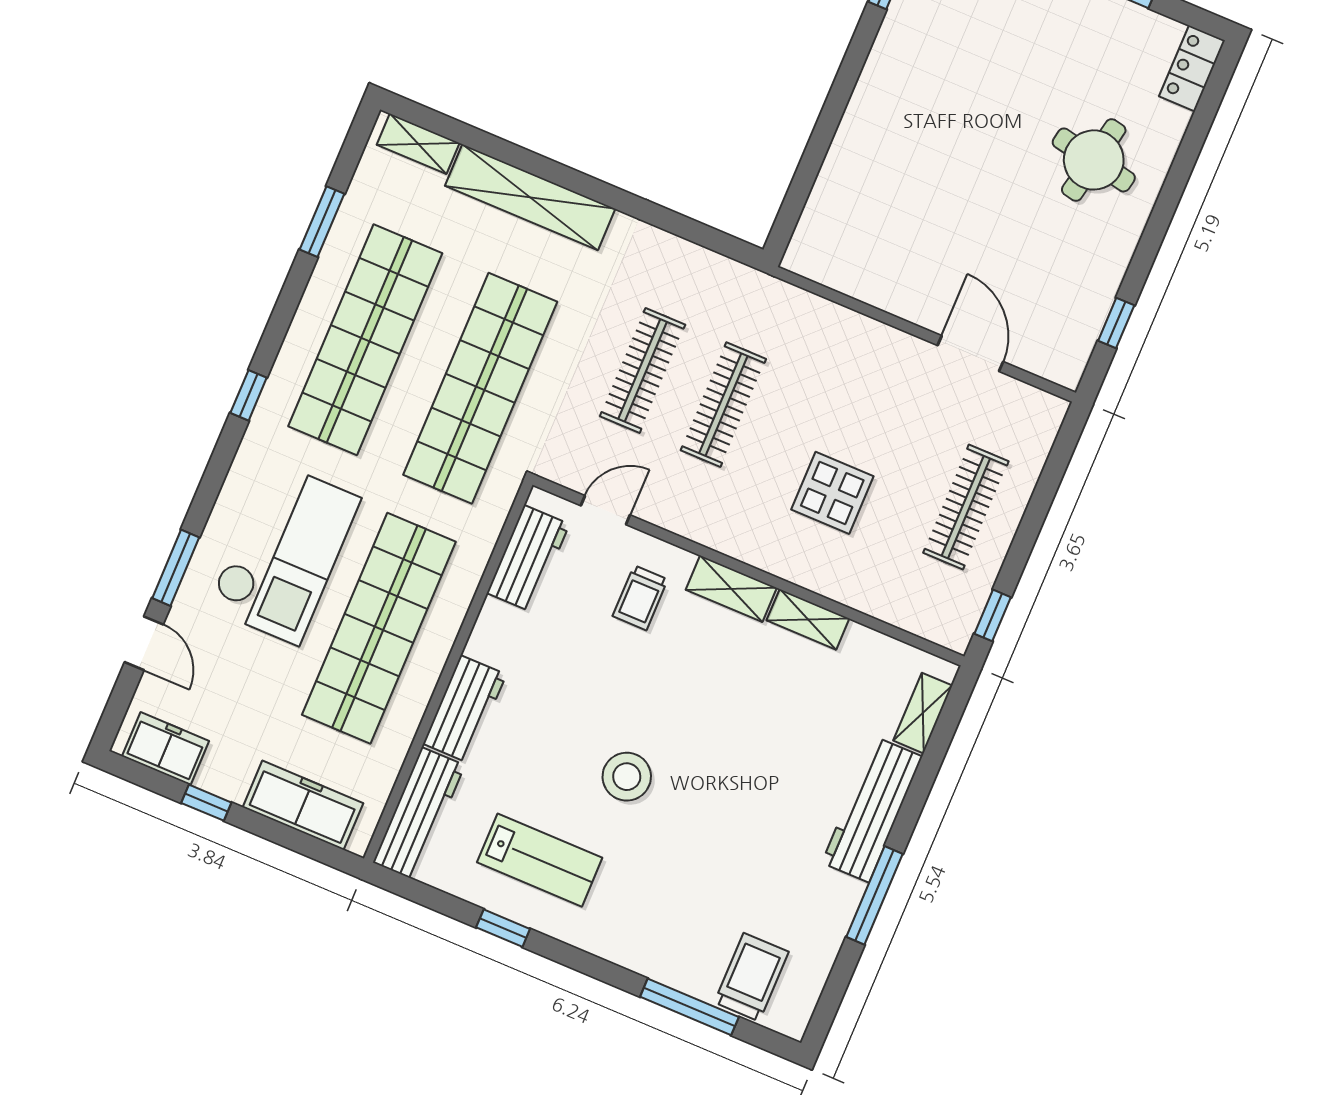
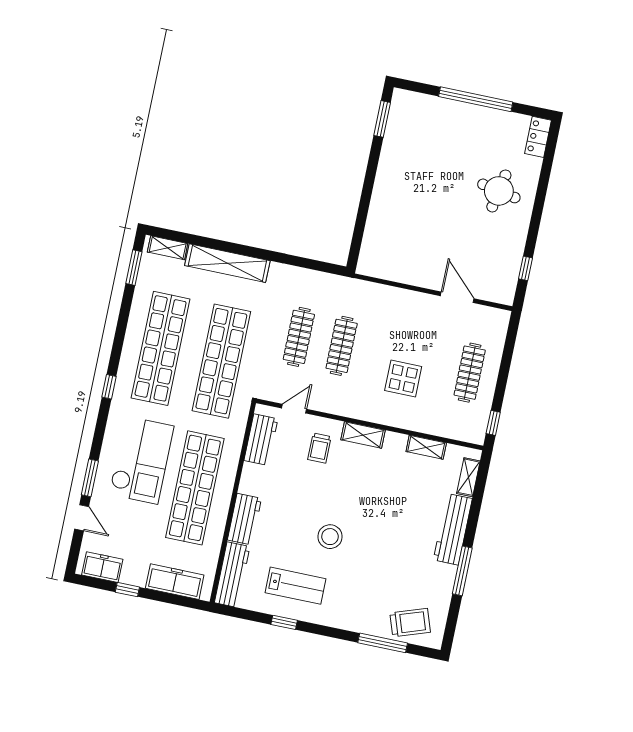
window: (322, 222) -> (134, 268), moved
shelving: (808, 619) -> (426, 447), moved
trolley: (751, 977) -> (410, 623), turned 71

